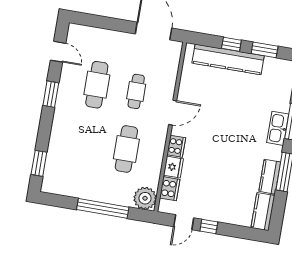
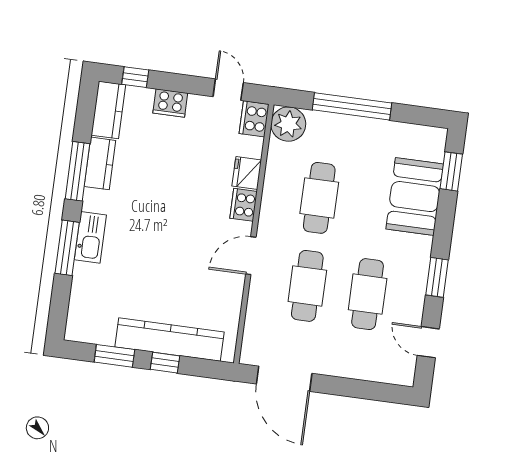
cafe table: (136, 91) -> (307, 286), width x1.37, depth x1.35
booth: (64, 148) -> (415, 197), added
cooker: (170, 189) -> (254, 119), moved
cooker: (222, 215) -> (170, 103), added
door: (184, 222) -> (228, 90), hinge flipped
window: (209, 226) -> (135, 77), moved

